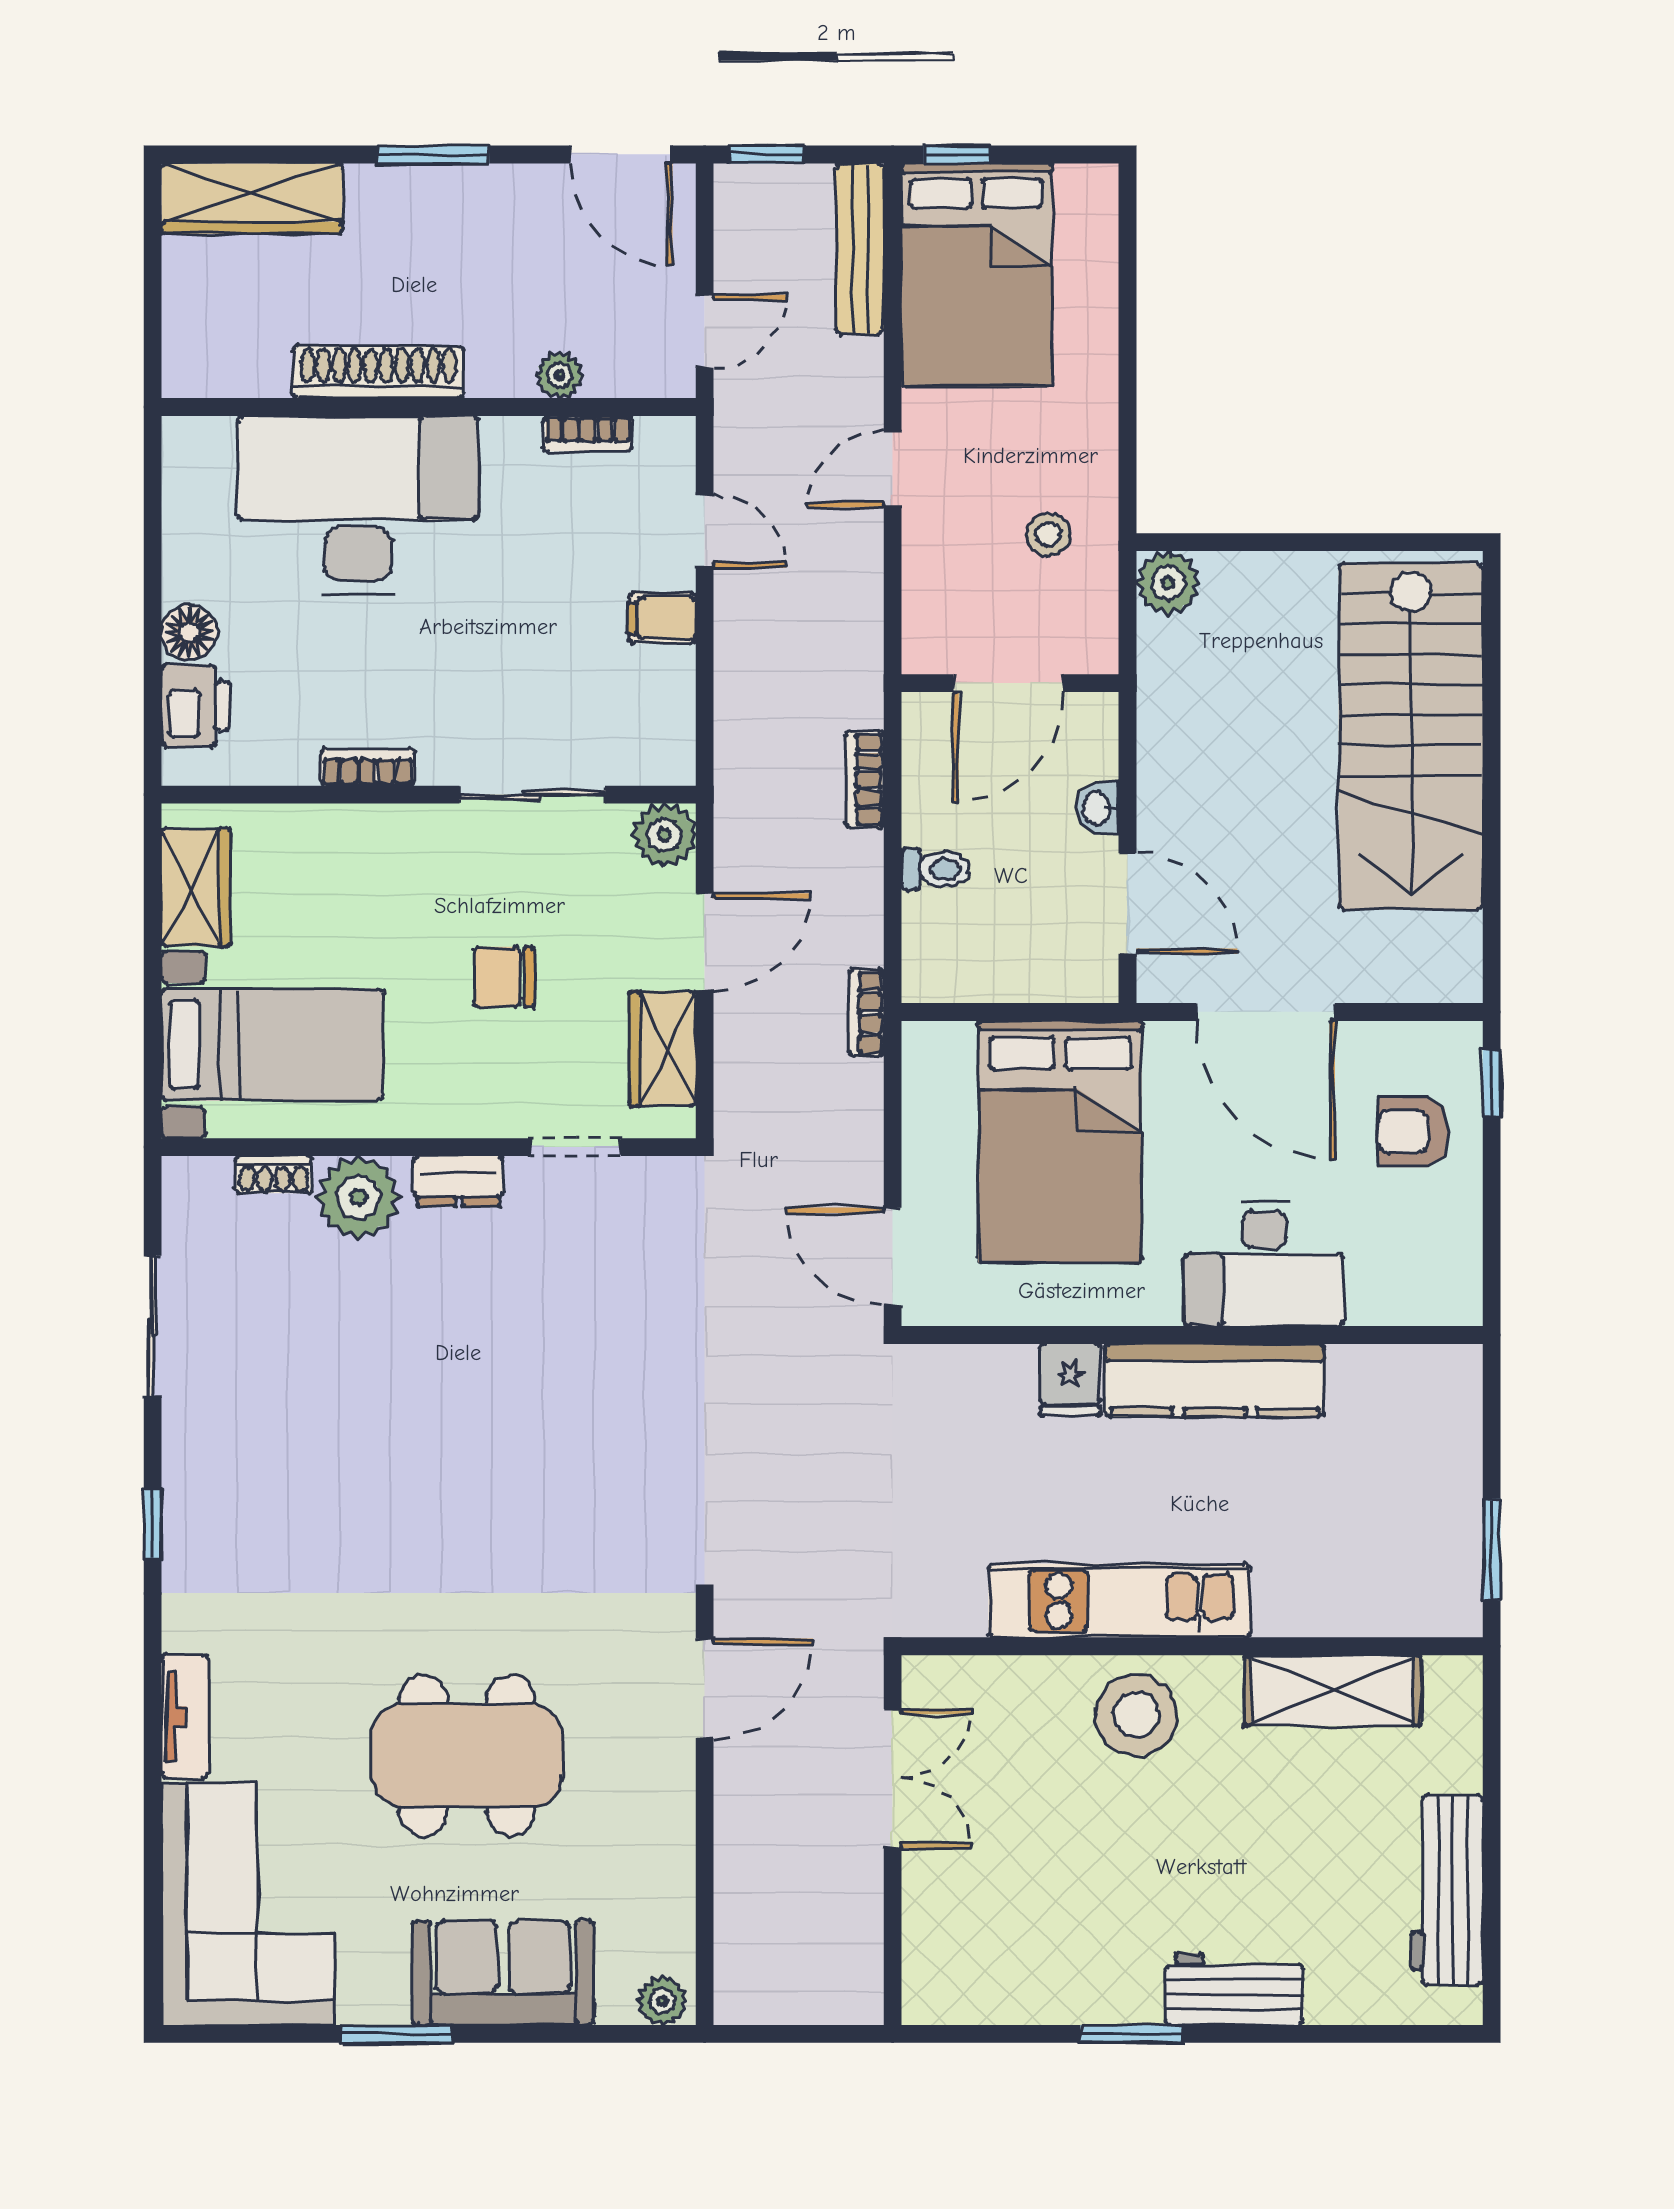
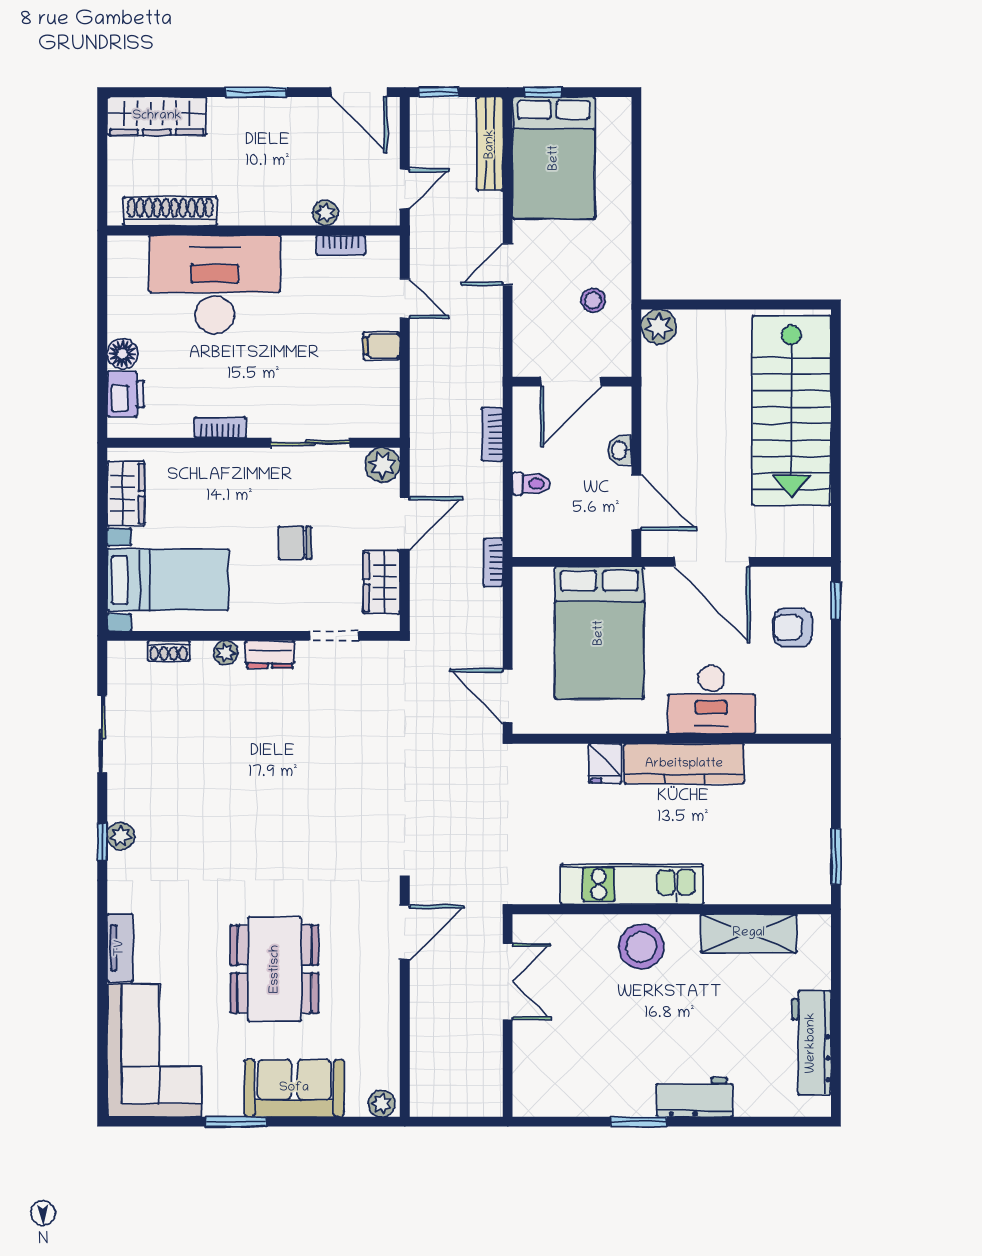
shoe rack: (378, 372) -> (170, 211), moved
plant: (358, 1197) -> (226, 653), width x0.53, depth x0.53
plant: (186, 1513) -> (121, 836), added
dining table: (467, 1755) -> (275, 969), turned 90

